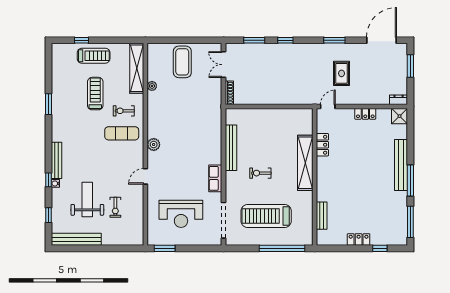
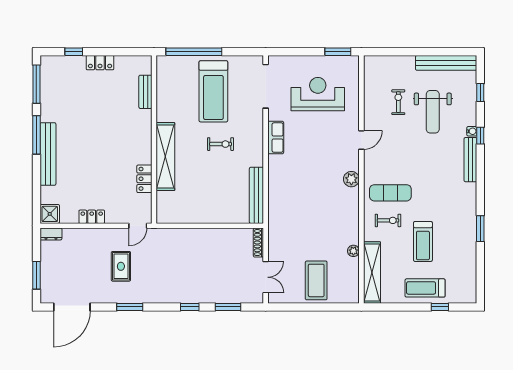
bench: (231, 148) -> (256, 195), moved
treadmill: (266, 216) -> (213, 91), turned 90

